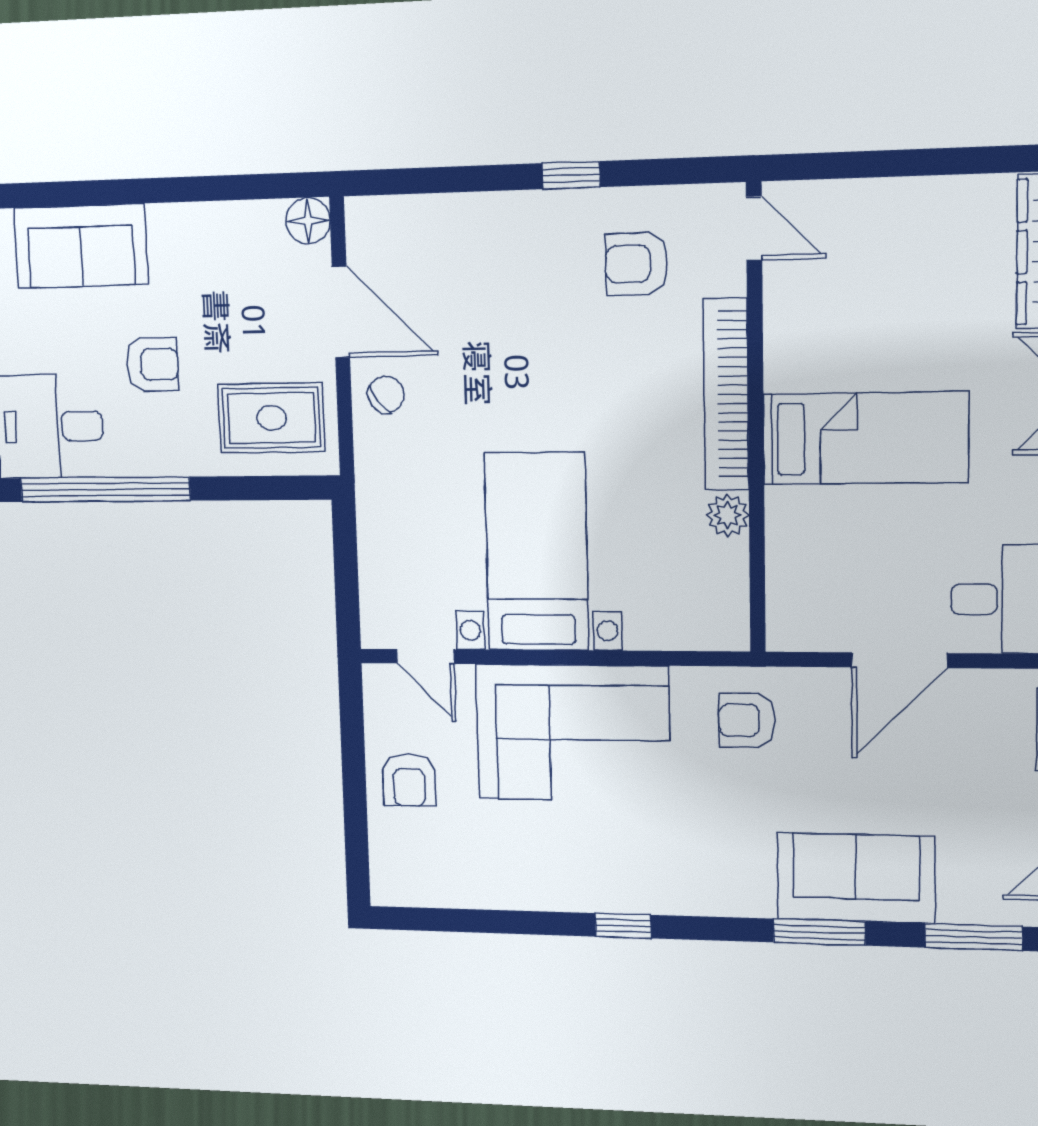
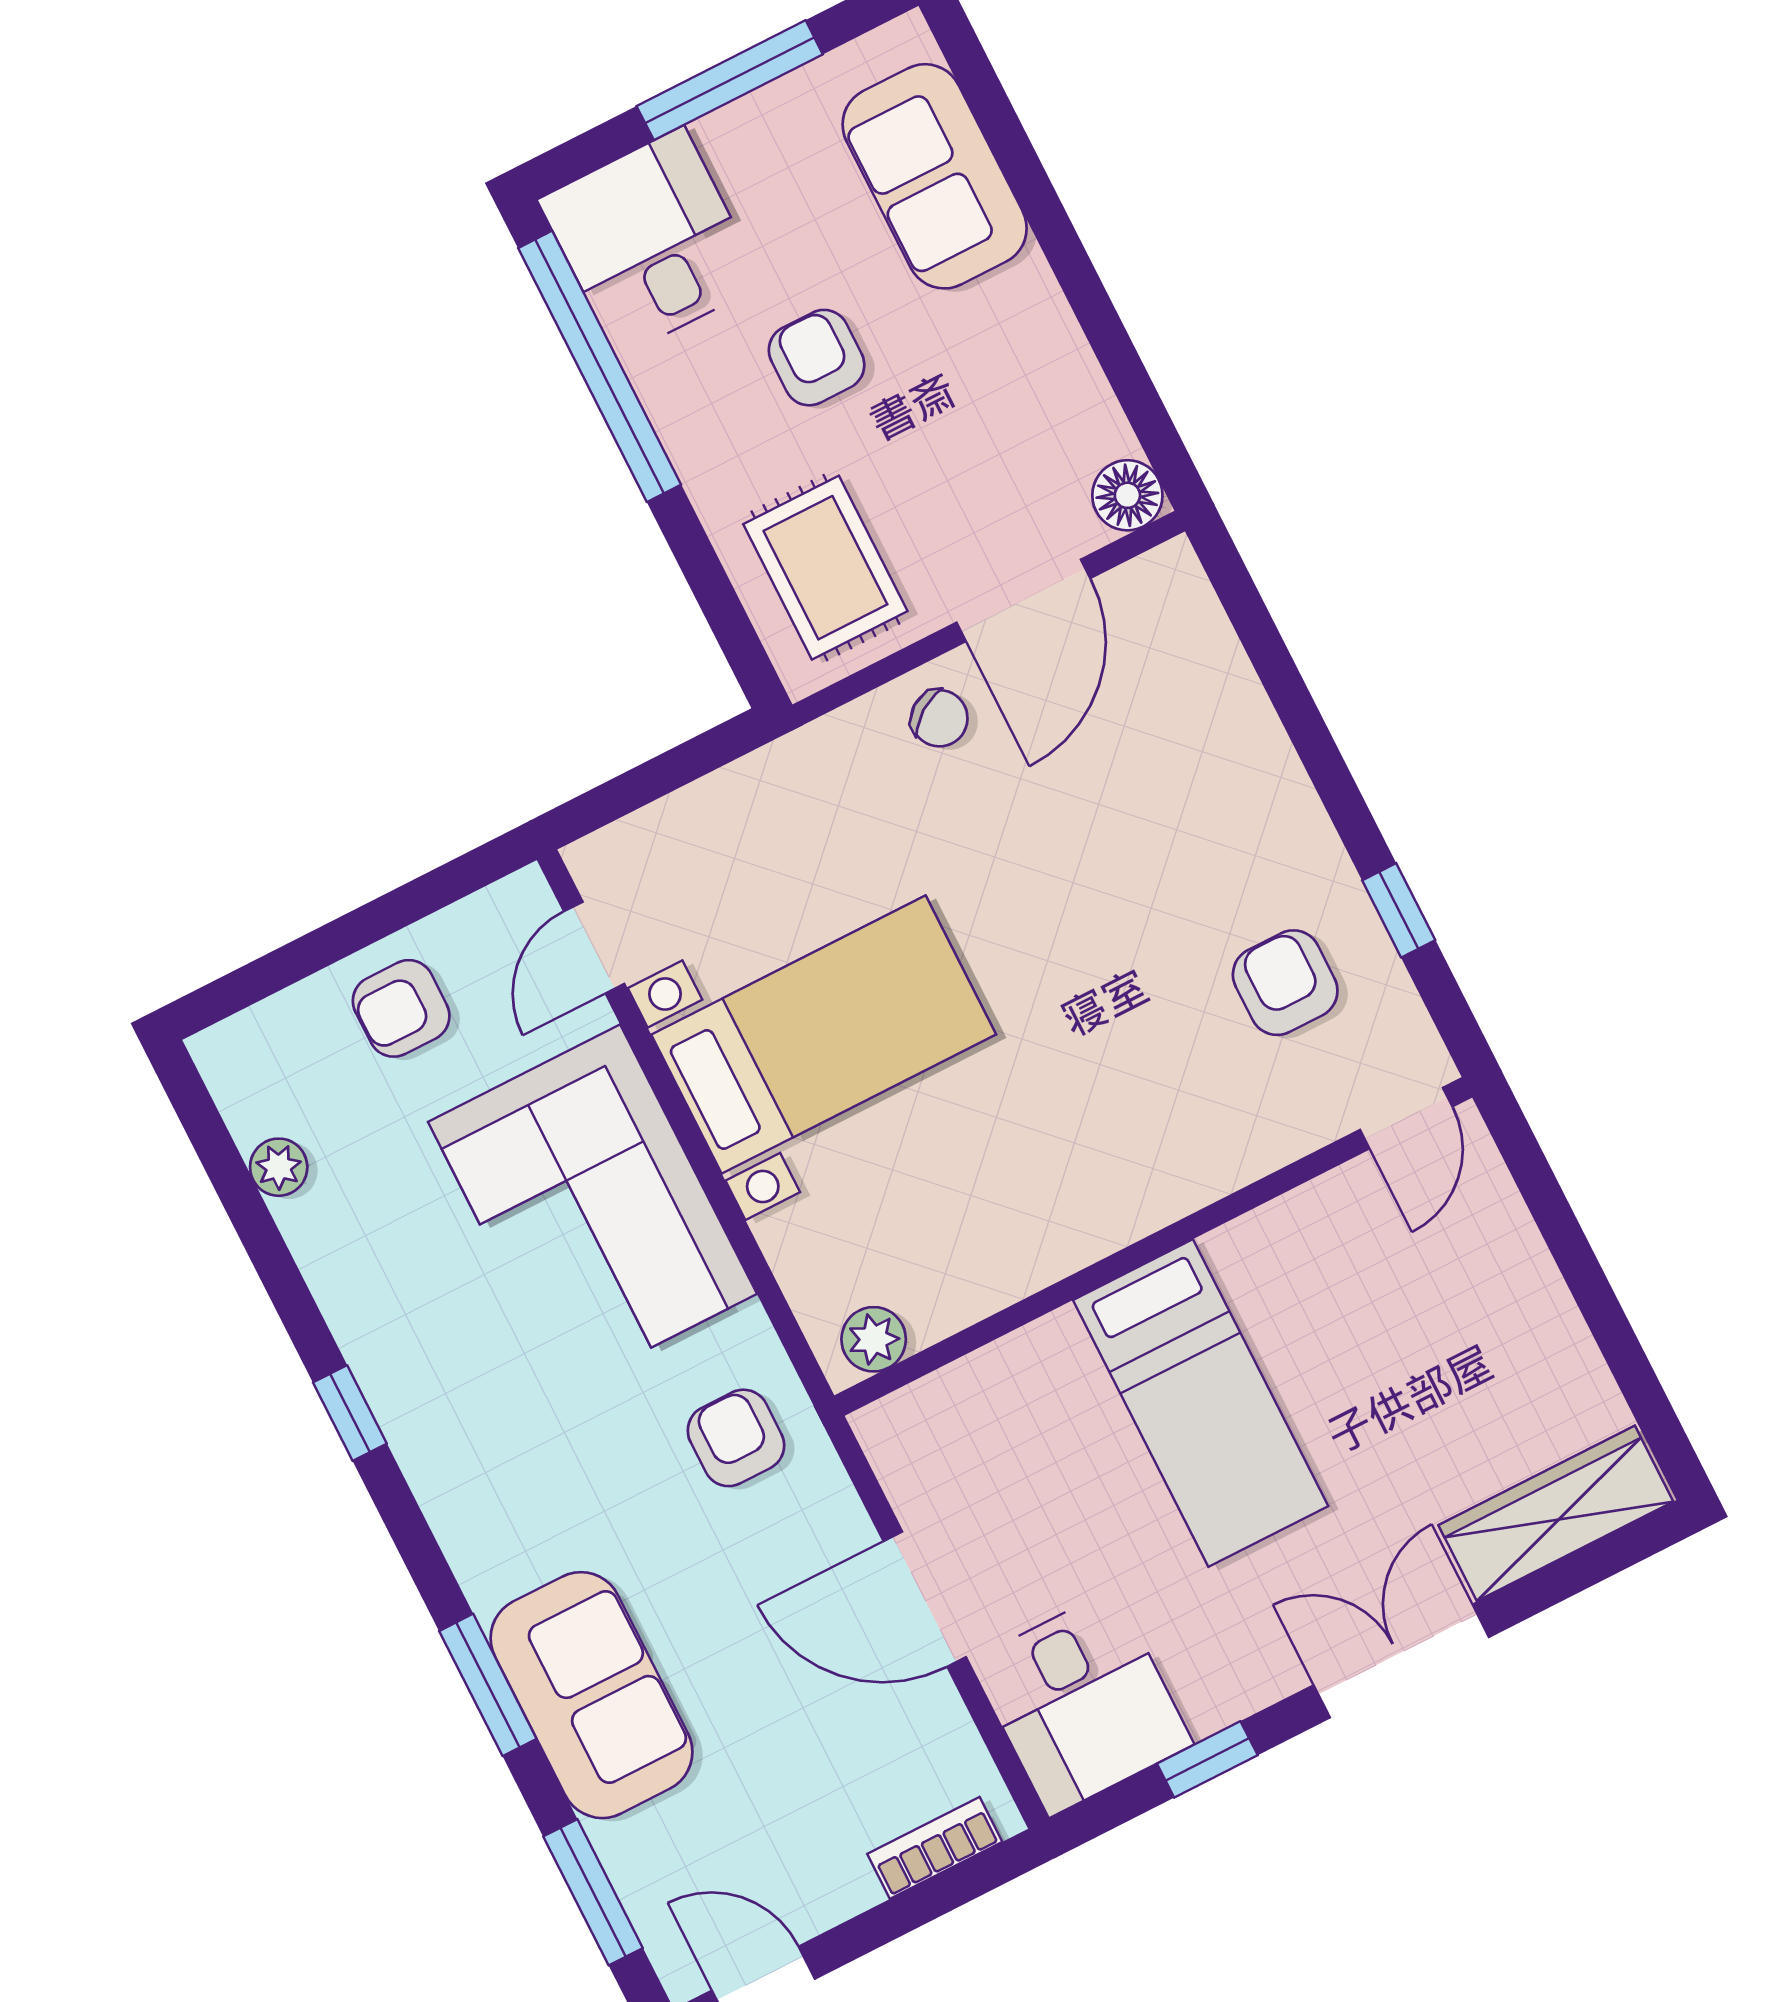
window: (571, 175) -> (1399, 910), moved
armchair: (152, 364) -> (817, 358), turned 180
bookcase: (726, 395) -> (1169, 1189), removed
plant: (728, 515) -> (874, 1339), moved
plant: (466, 892) -> (279, 1167), added

